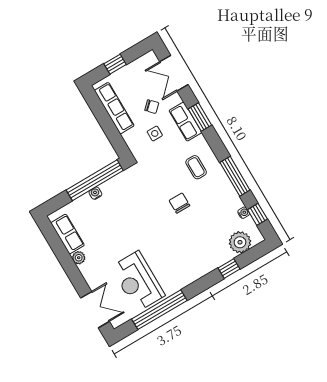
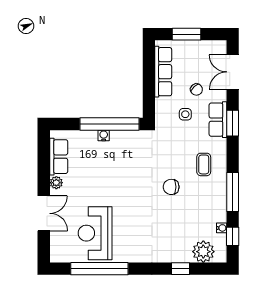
window: (115, 64) -> (186, 34), width x1.50
chair: (179, 203) -> (171, 187), turned -90
double door: (95, 310) -> (44, 213), moved

